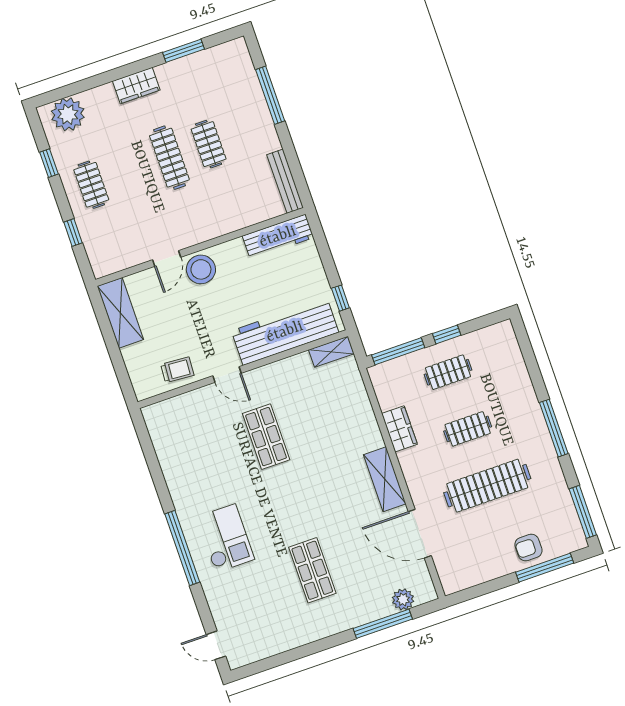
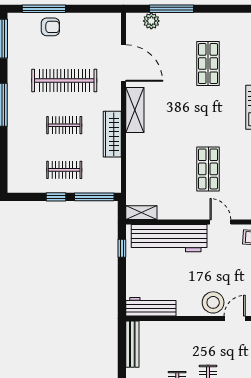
wardrobe: (399, 429) -> (112, 134), width x1.50

